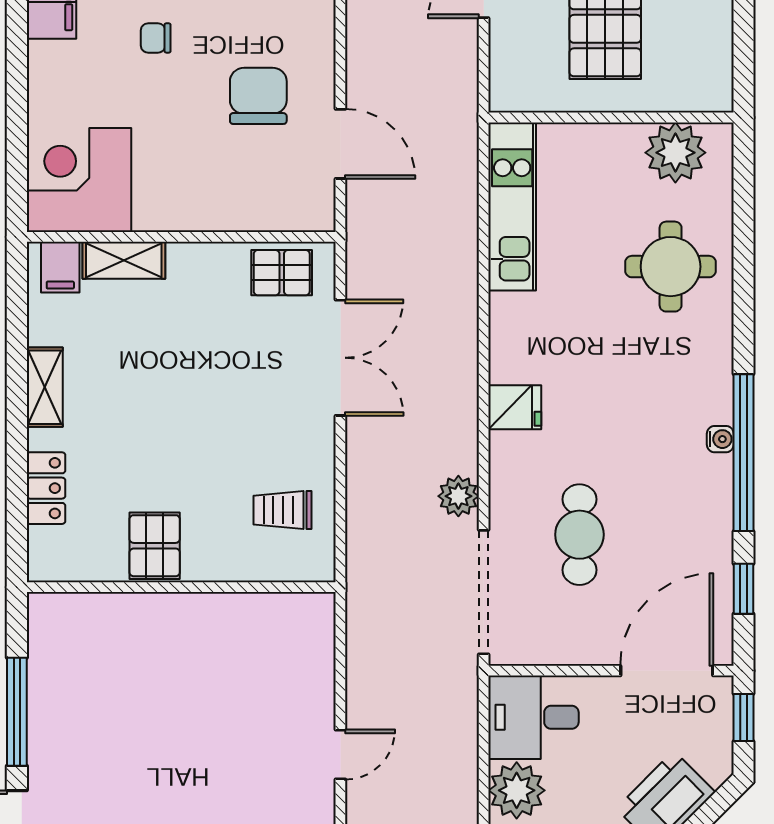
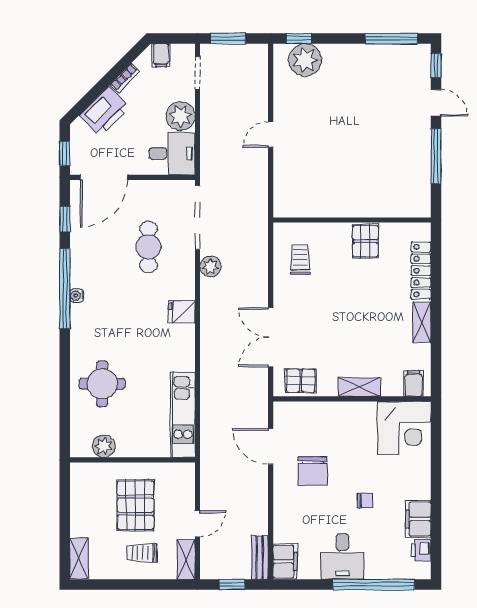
plant: (675, 153) -> (104, 446), width x0.73, depth x0.73
shelving: (124, 260) -> (359, 387), moved
locker: (46, 488) -> (421, 271), width x1.53
trolley: (282, 510) -> (300, 259), turned -90

